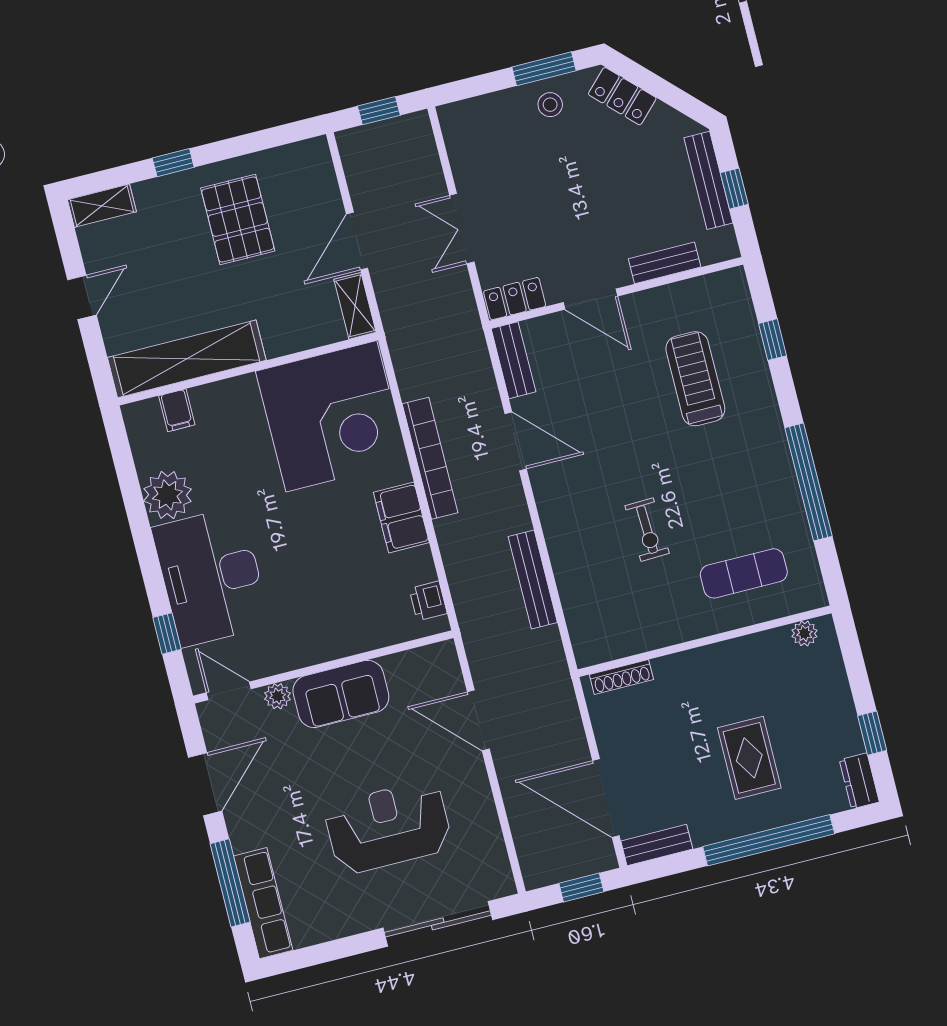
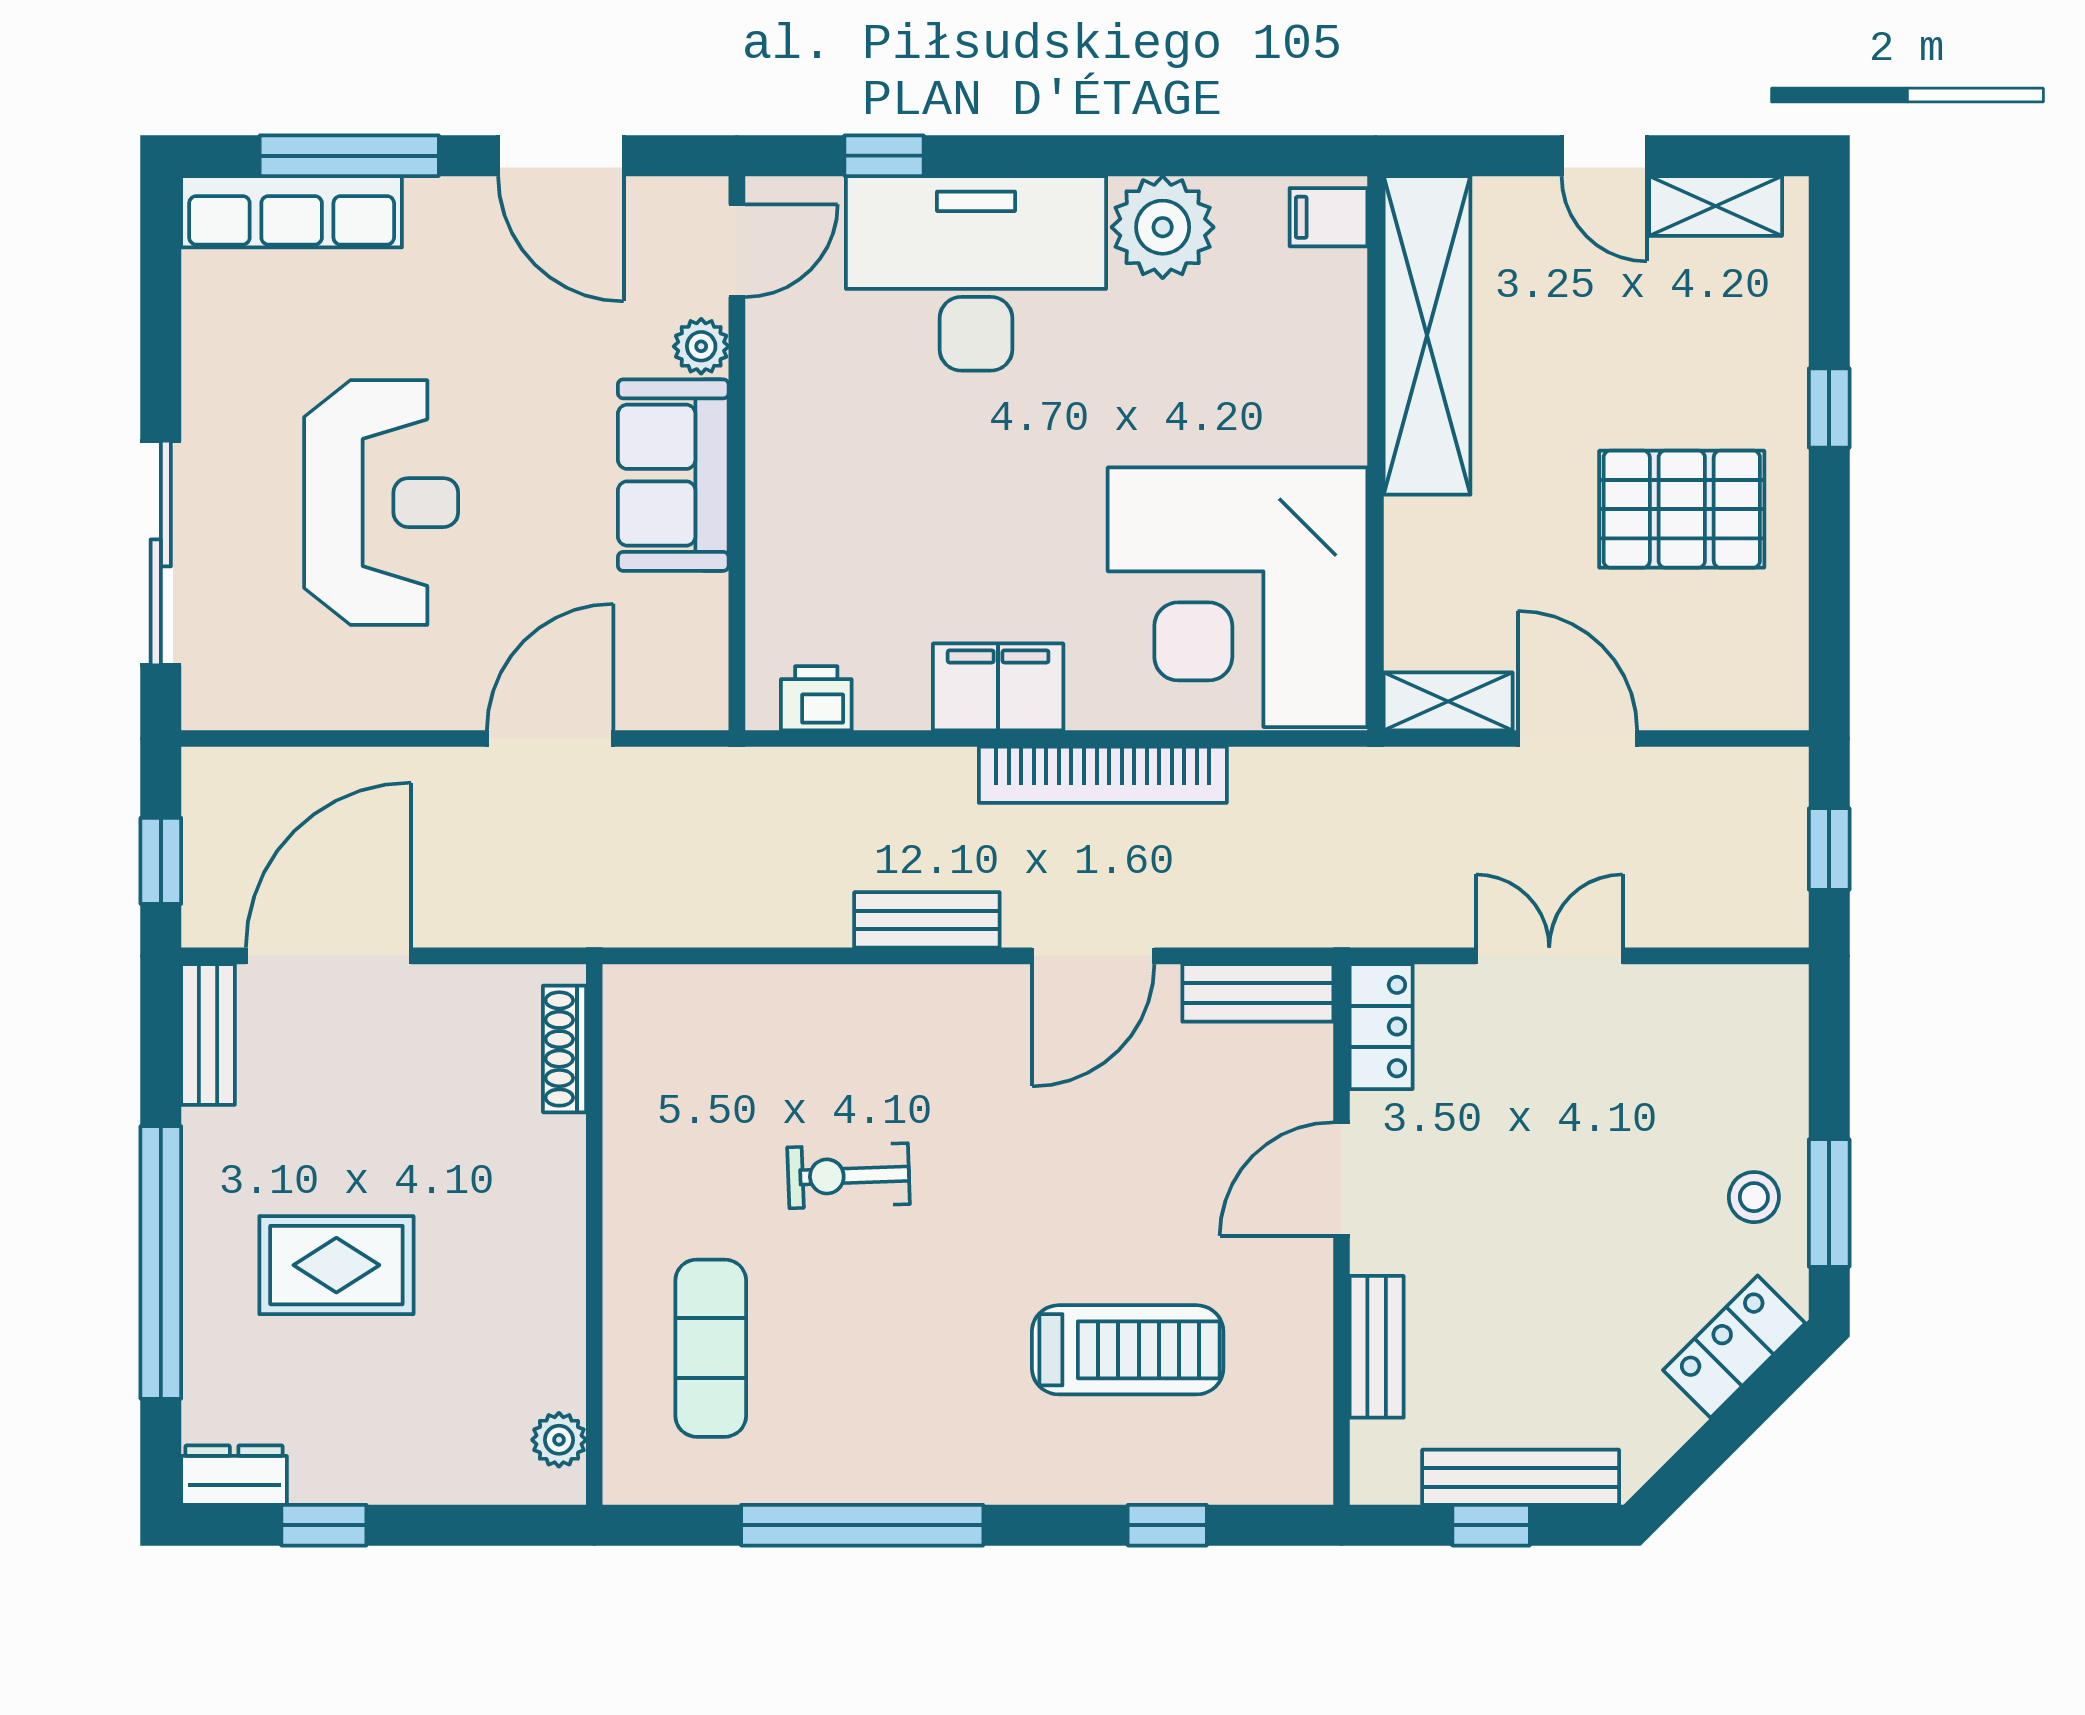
shelving: (102, 206) -> (1716, 206), moved, turned 90
filing cabinet: (177, 410) -> (1328, 217), moved
bench: (533, 579) -> (927, 920), moved, width x0.73

